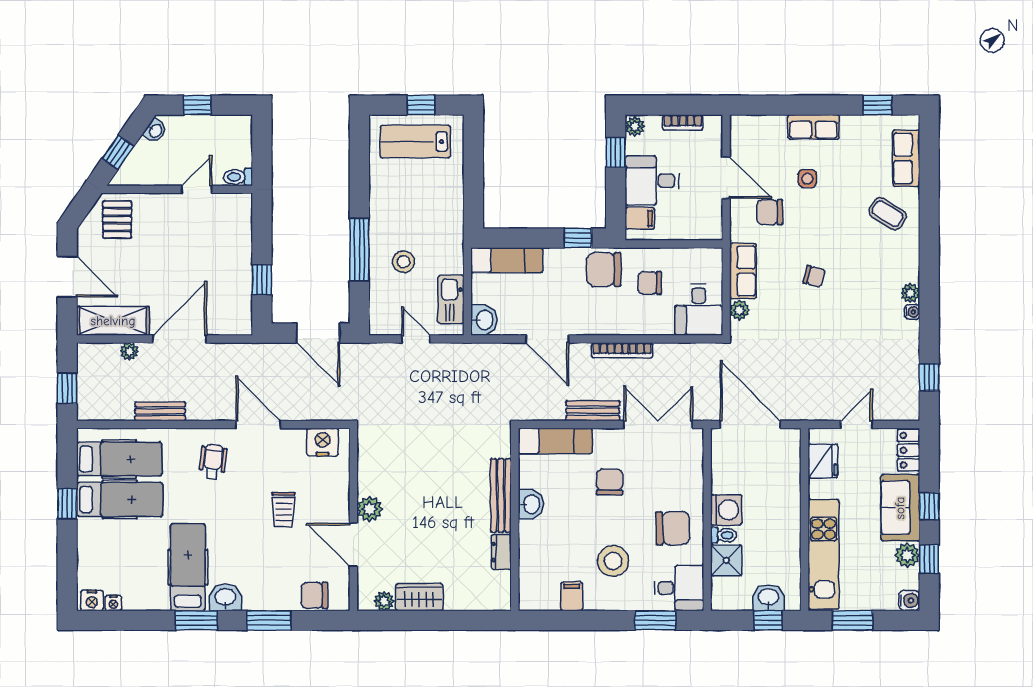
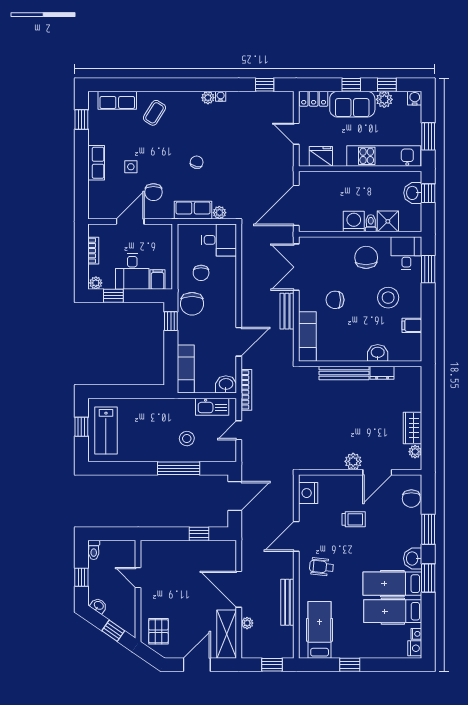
toilet: (238, 177) -> (94, 550), moved
pallet: (117, 220) -> (158, 631), turned 90
bookcase: (622, 350) -> (246, 390), moved
bench: (160, 411) -> (287, 602), width x1.36
hospital bed: (120, 499) -> (393, 611), moved, turned -90
washbasin: (531, 504) -> (378, 353), moved

